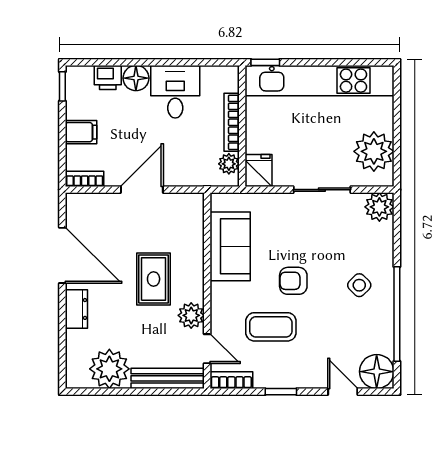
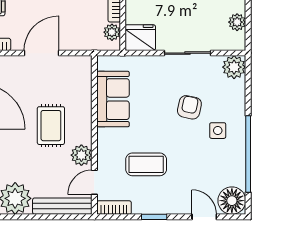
plant: (374, 151) -> (237, 22), width x0.53, depth x0.53
fridge: (259, 171) -> (140, 38), width x1.38
armchair: (293, 281) -> (189, 107), moved, turned 102
side table: (359, 285) -> (218, 131), turned 45
door: (207, 349) -> (94, 182), swing flipped

